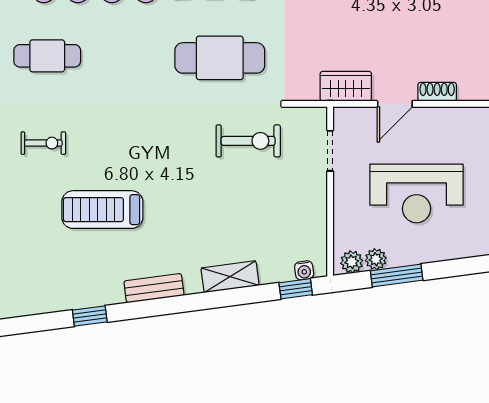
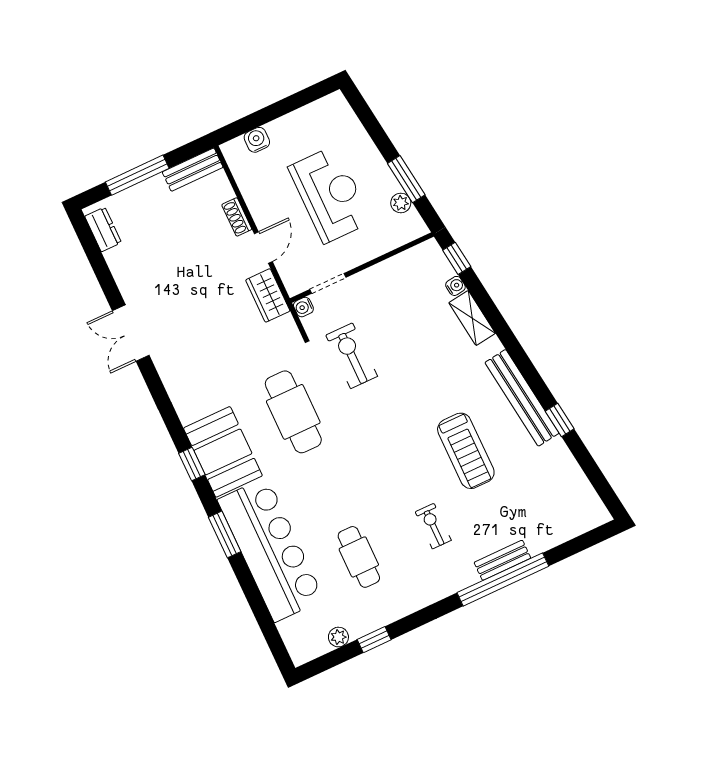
door: (395, 104) -> (263, 248), hinge flipped
water cooler: (318, 116) -> (303, 307), added
plant: (352, 262) -> (412, 222), removed
water cooler: (304, 270) -> (455, 286), moved
bench: (154, 288) -> (522, 398), width x1.86, depth x1.21

